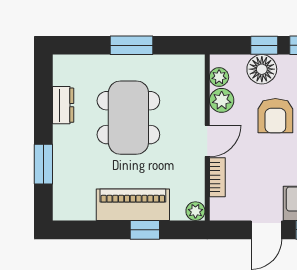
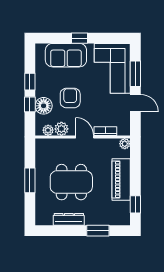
dresser: (63, 105) -> (69, 219), width x1.44
armchair: (275, 116) -> (70, 98), turned -90
window: (145, 230) -> (135, 204), moved

